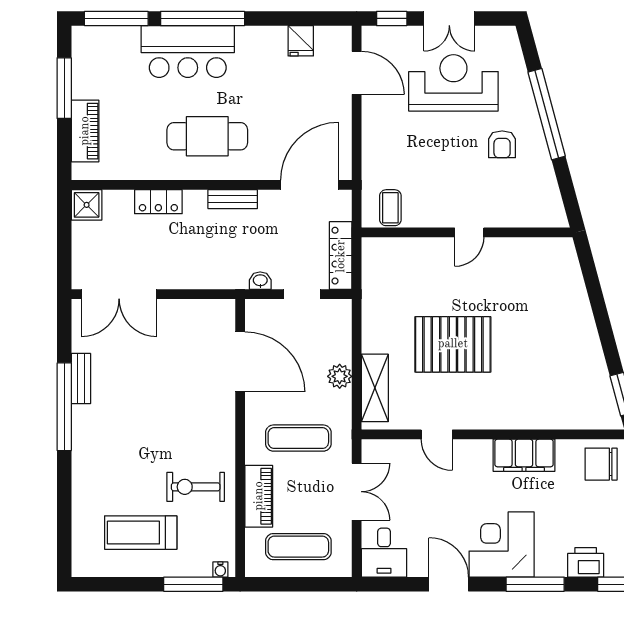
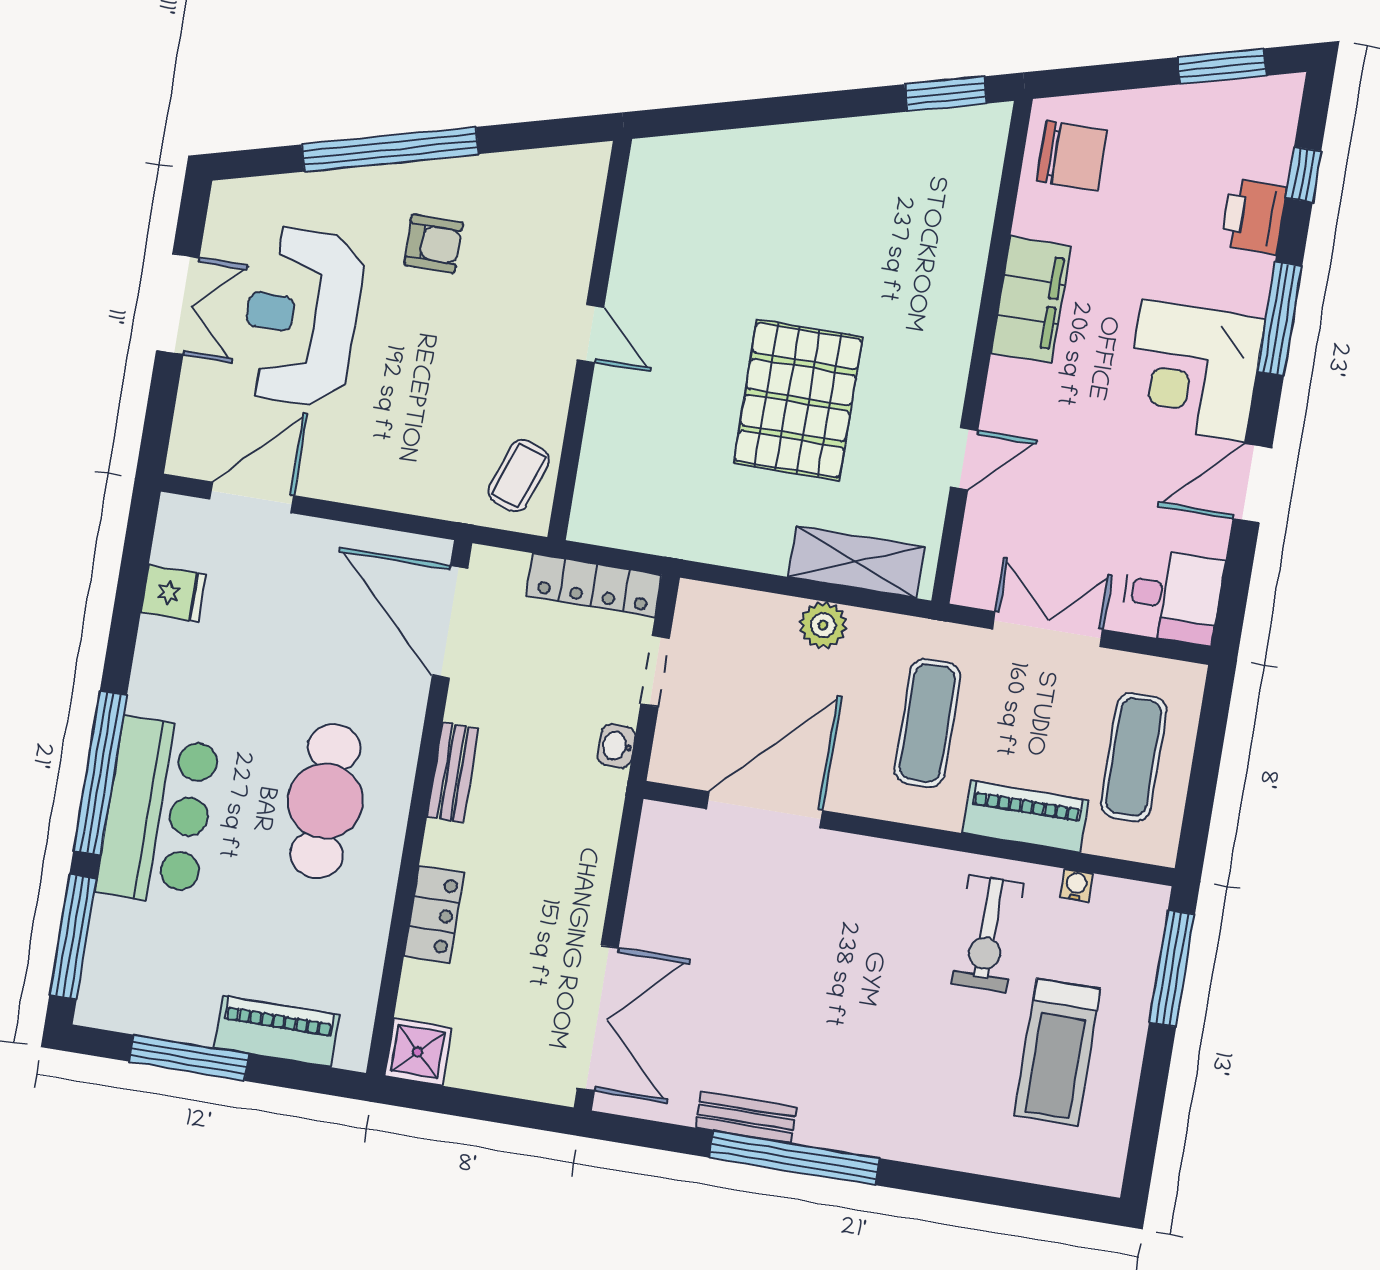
window: (392, 18) -> (160, 414), removed
coffee table: (390, 208) -> (519, 476), turned -71
chair: (601, 464) -> (1072, 156), turned -90
water cooler: (220, 570) -> (1076, 885), moved, turned -90

